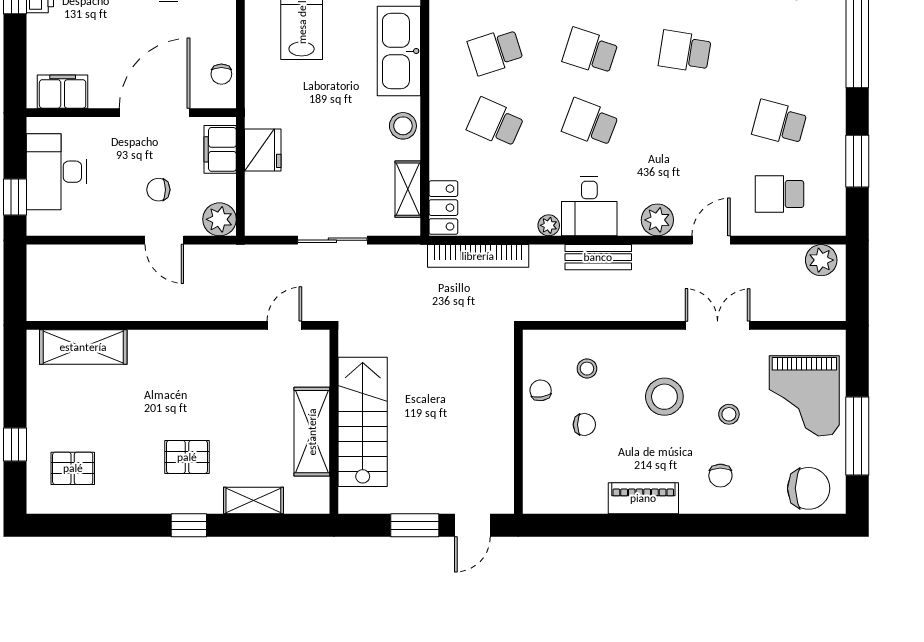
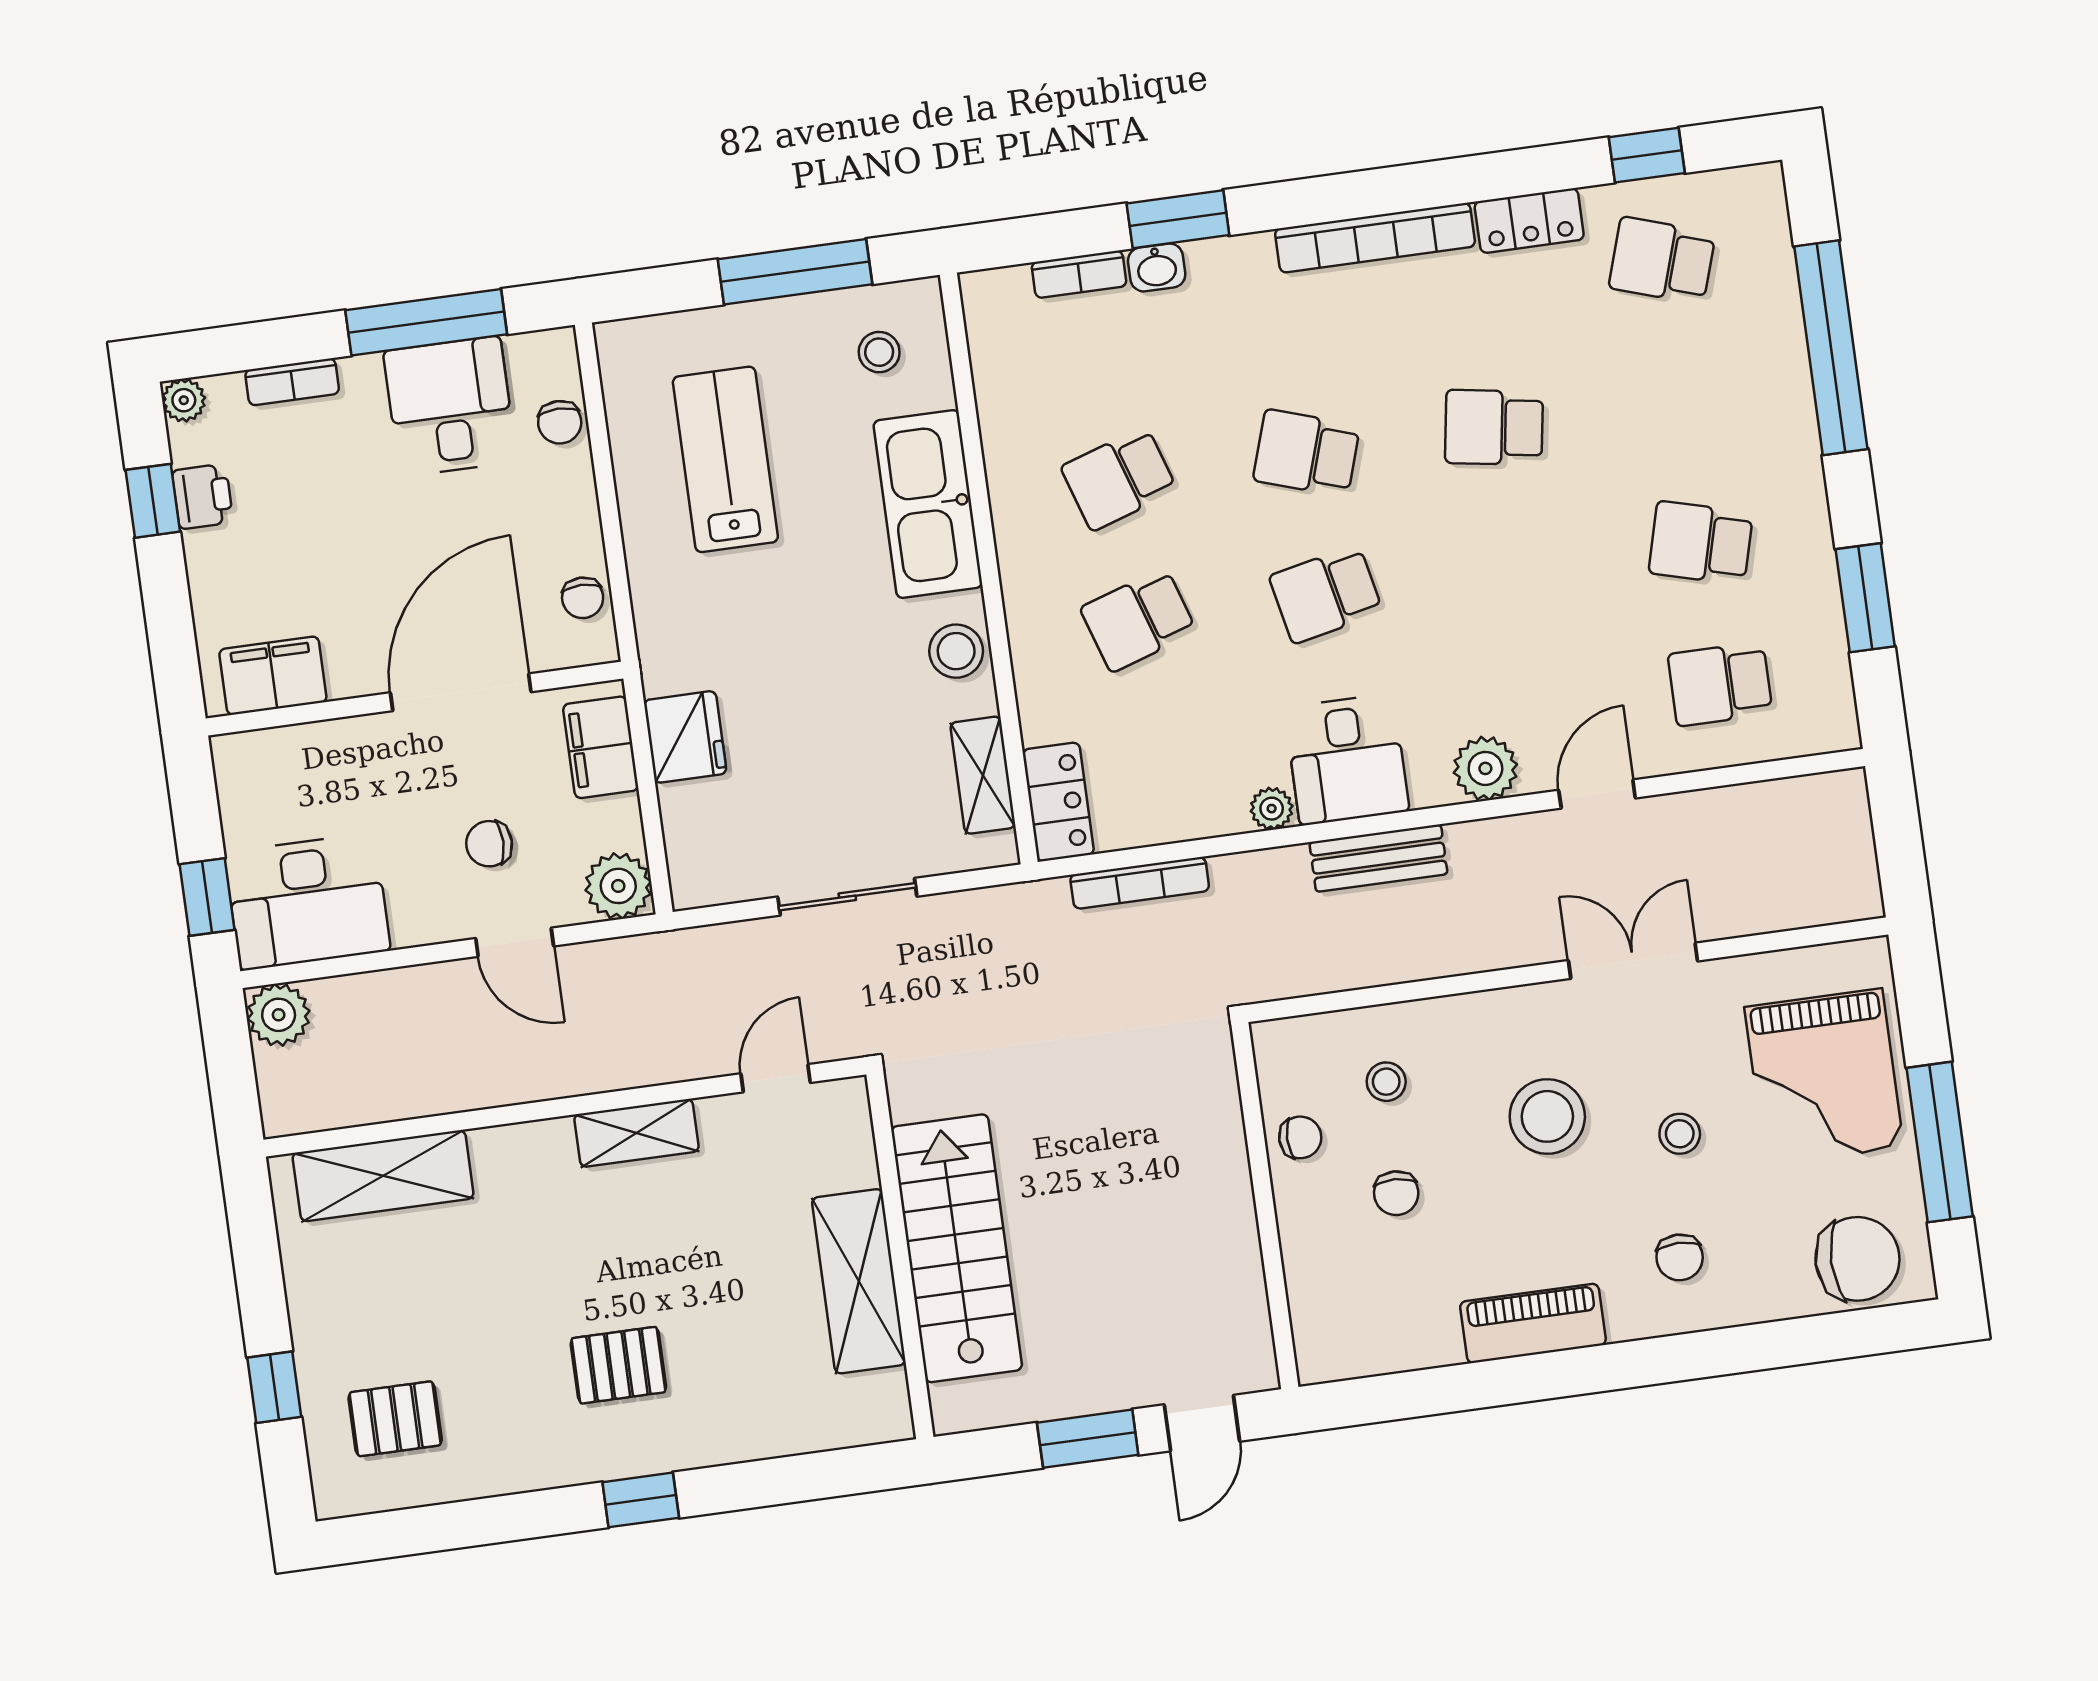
school desk: (495, 123) -> (1138, 620), turned -42
school desk: (590, 123) -> (1326, 594), turned -33
desk: (56, 172) -> (308, 902), moved, turned -90
bookcase: (478, 256) -> (1140, 883), width x0.68, depth x0.76
plant: (821, 260) -> (279, 1015), moved
chair: (541, 390) -> (1300, 1137), turned 98
chair: (584, 425) -> (1396, 1193), turned 92
shelving: (253, 500) -> (637, 1133), moved

